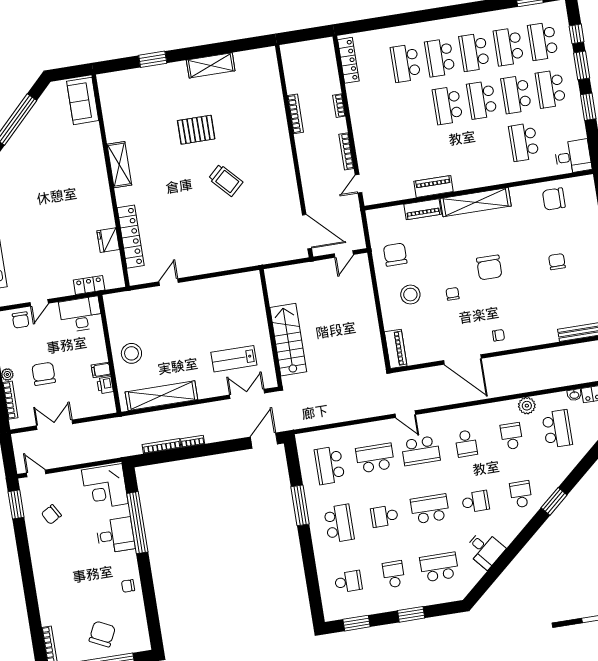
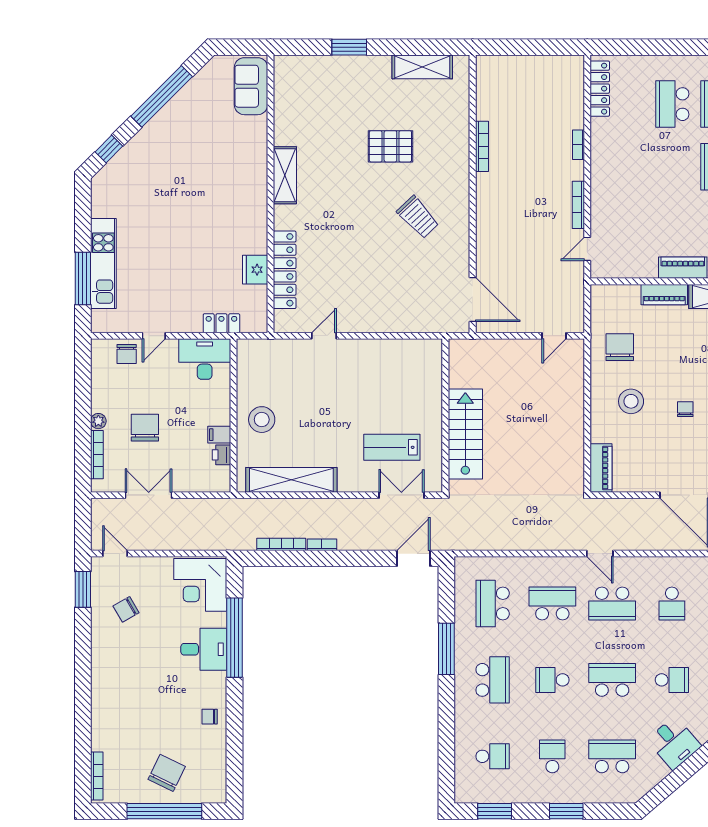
bookcase: (295, 114) -> (482, 146), moved
wall: (294, 151) -> (473, 194), moved
door: (307, 232) -> (473, 300), moved

